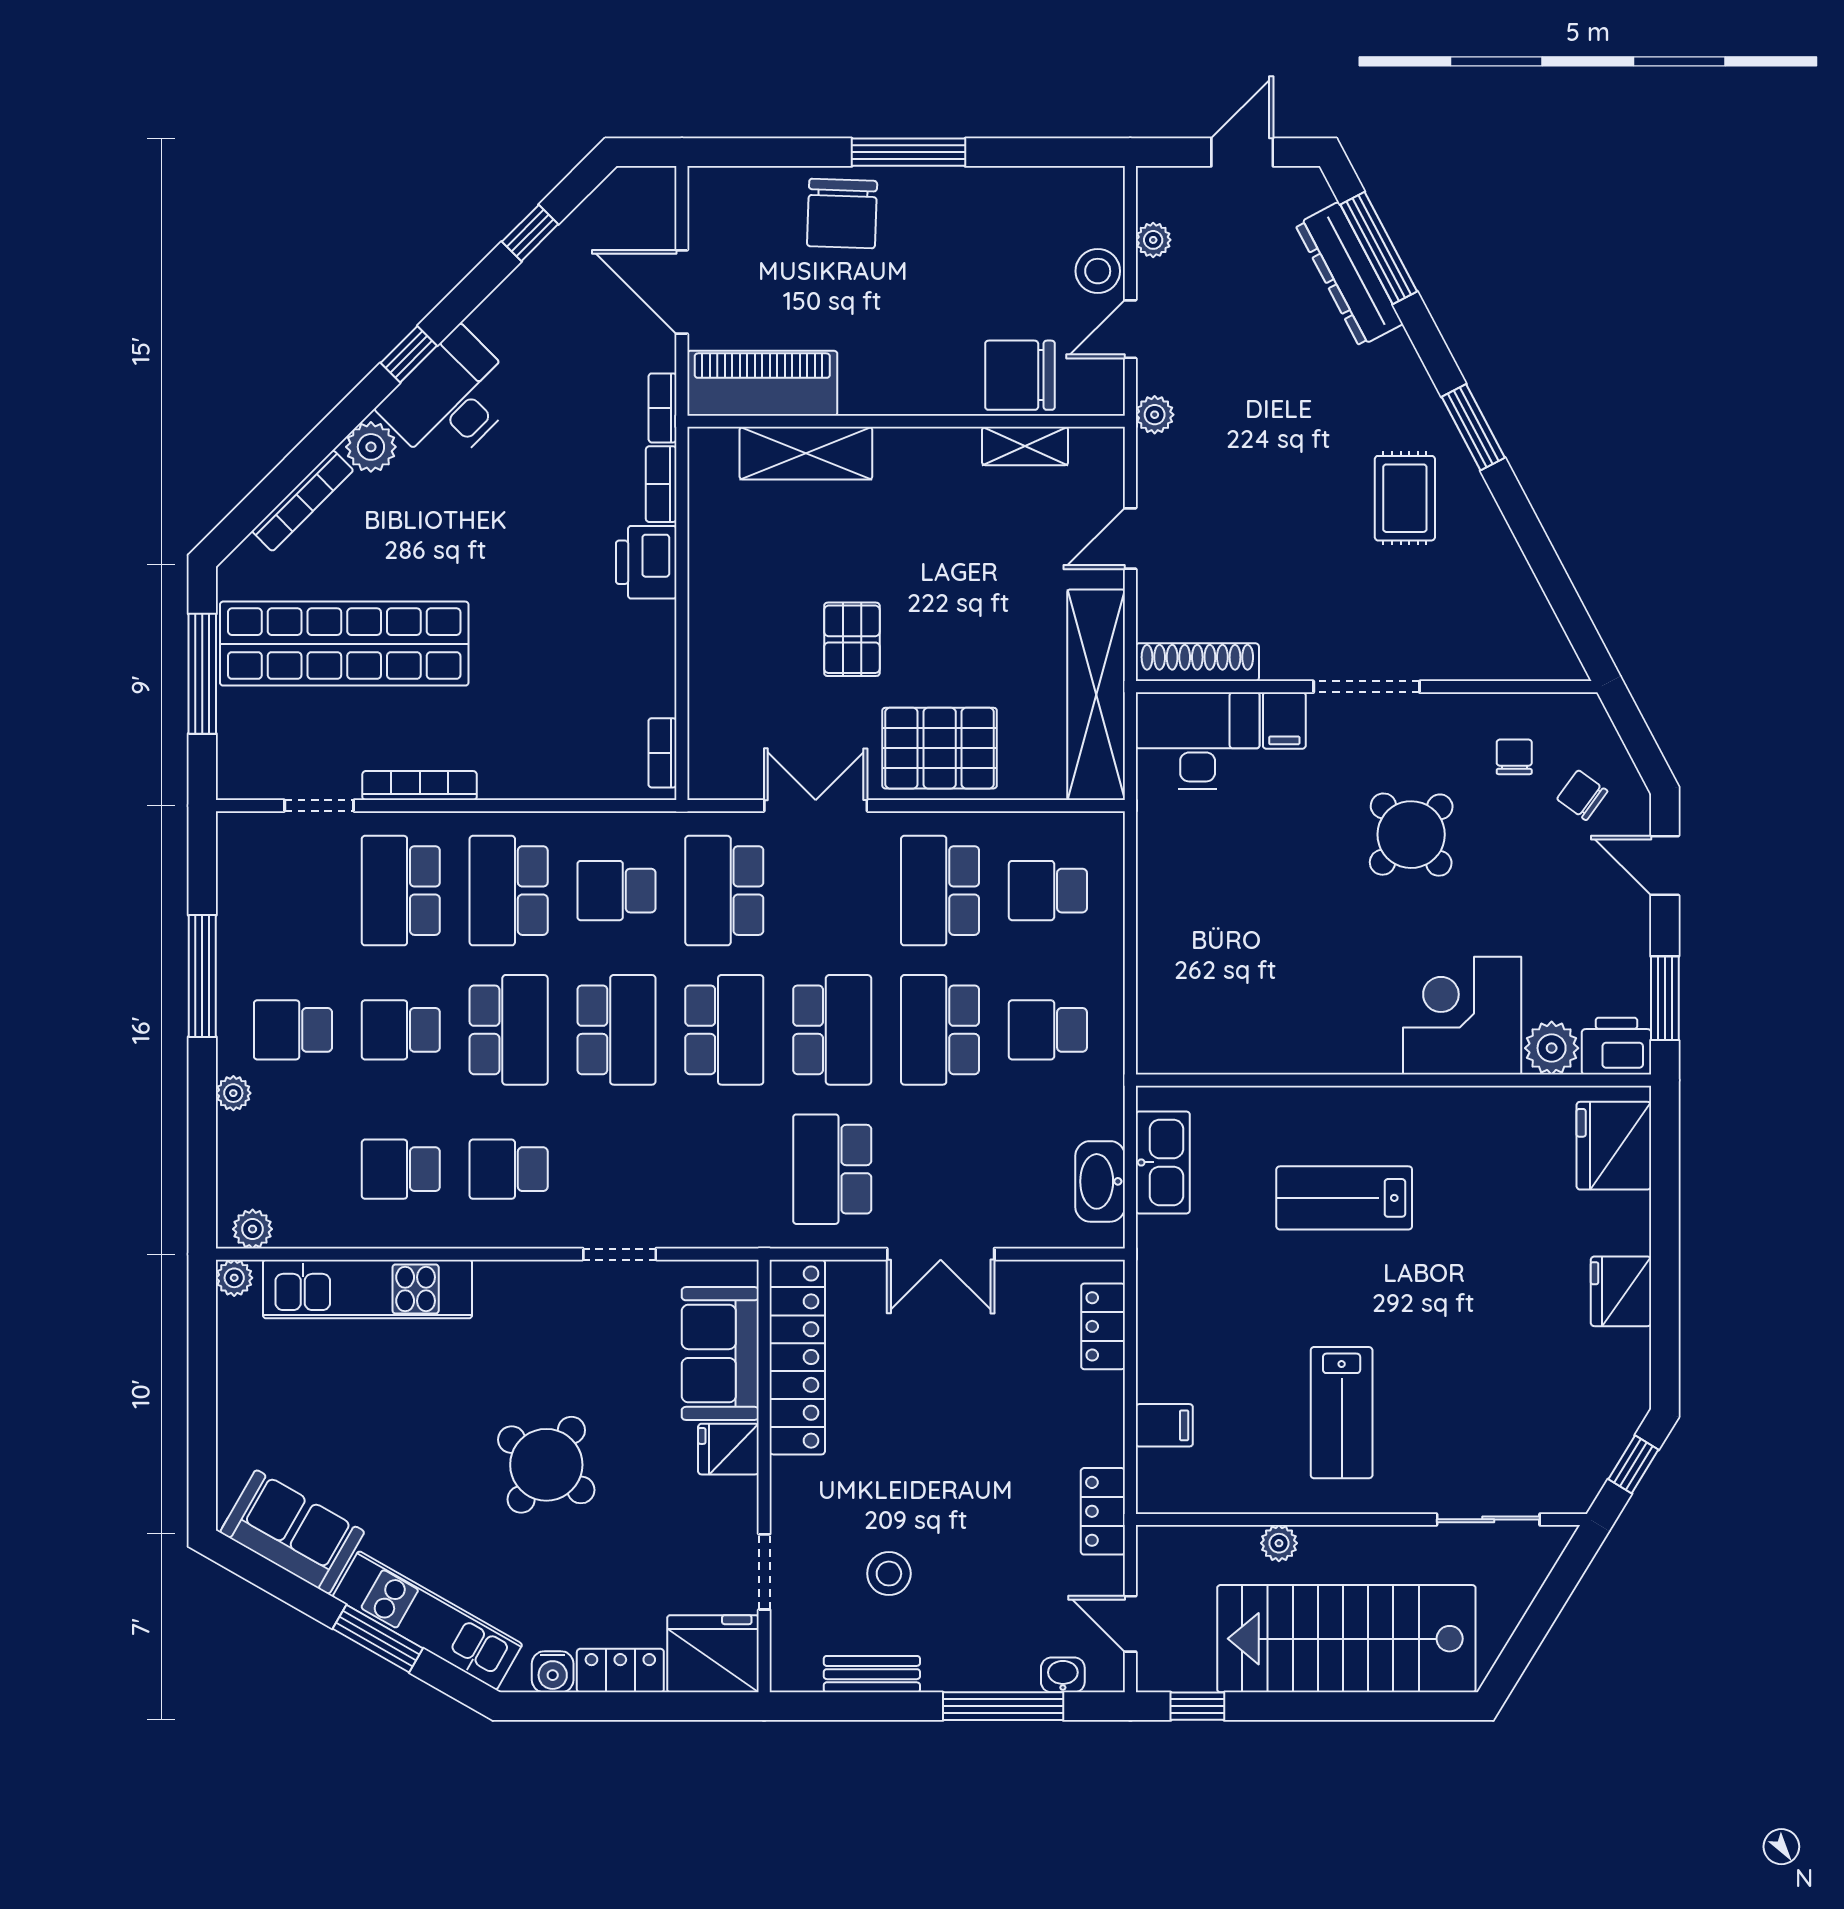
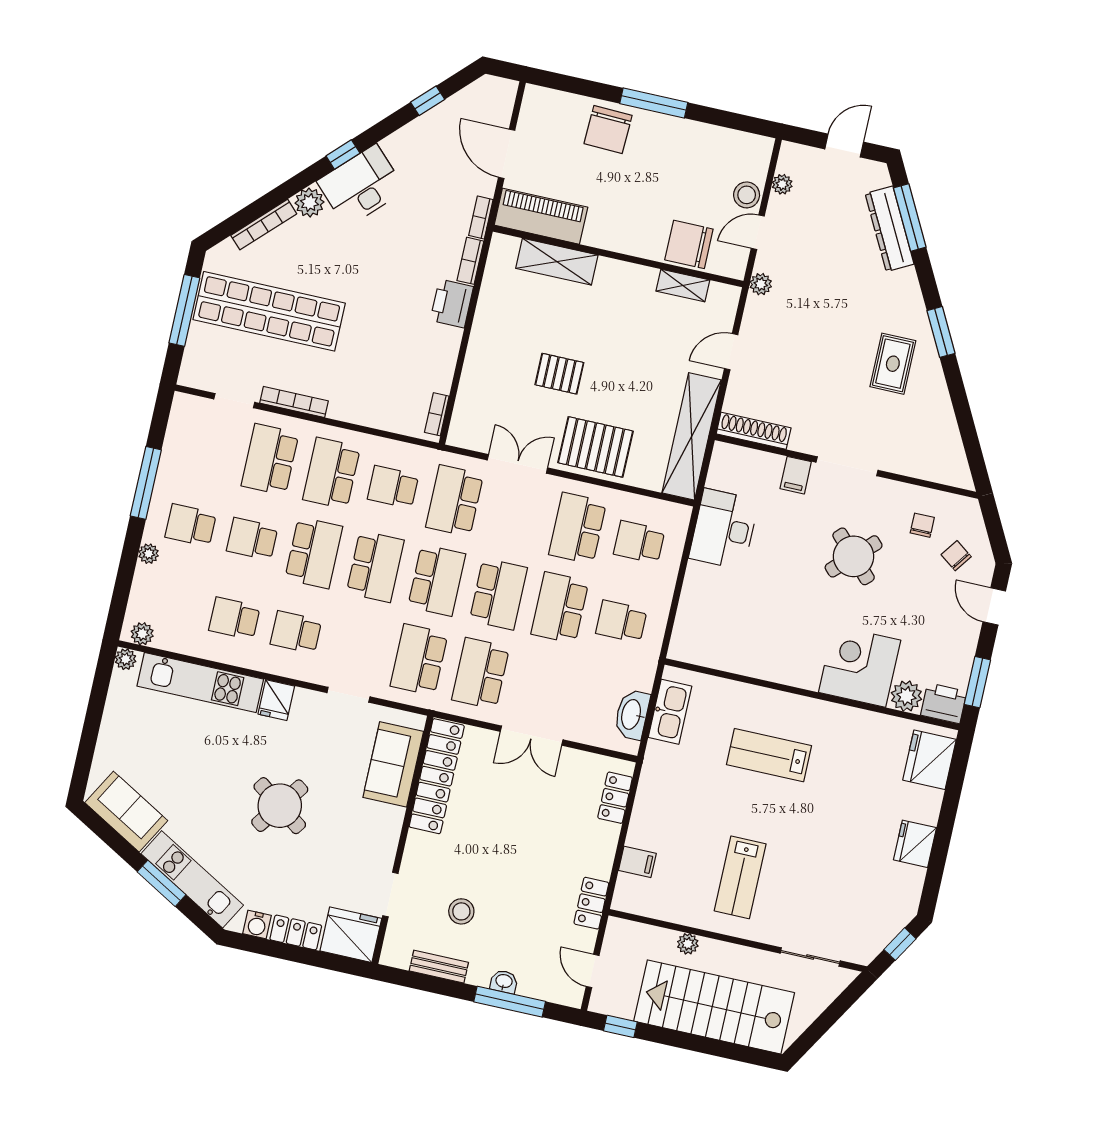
pallet: (852, 639) -> (559, 374), turned 90
desk: (1198, 741) -> (724, 529), moved, turned -90
school desk: (724, 1169) -> (419, 660), added
fridge: (728, 1449) -> (276, 700), moved, turned -90
washbasin: (1063, 1675) -> (504, 982), moved

